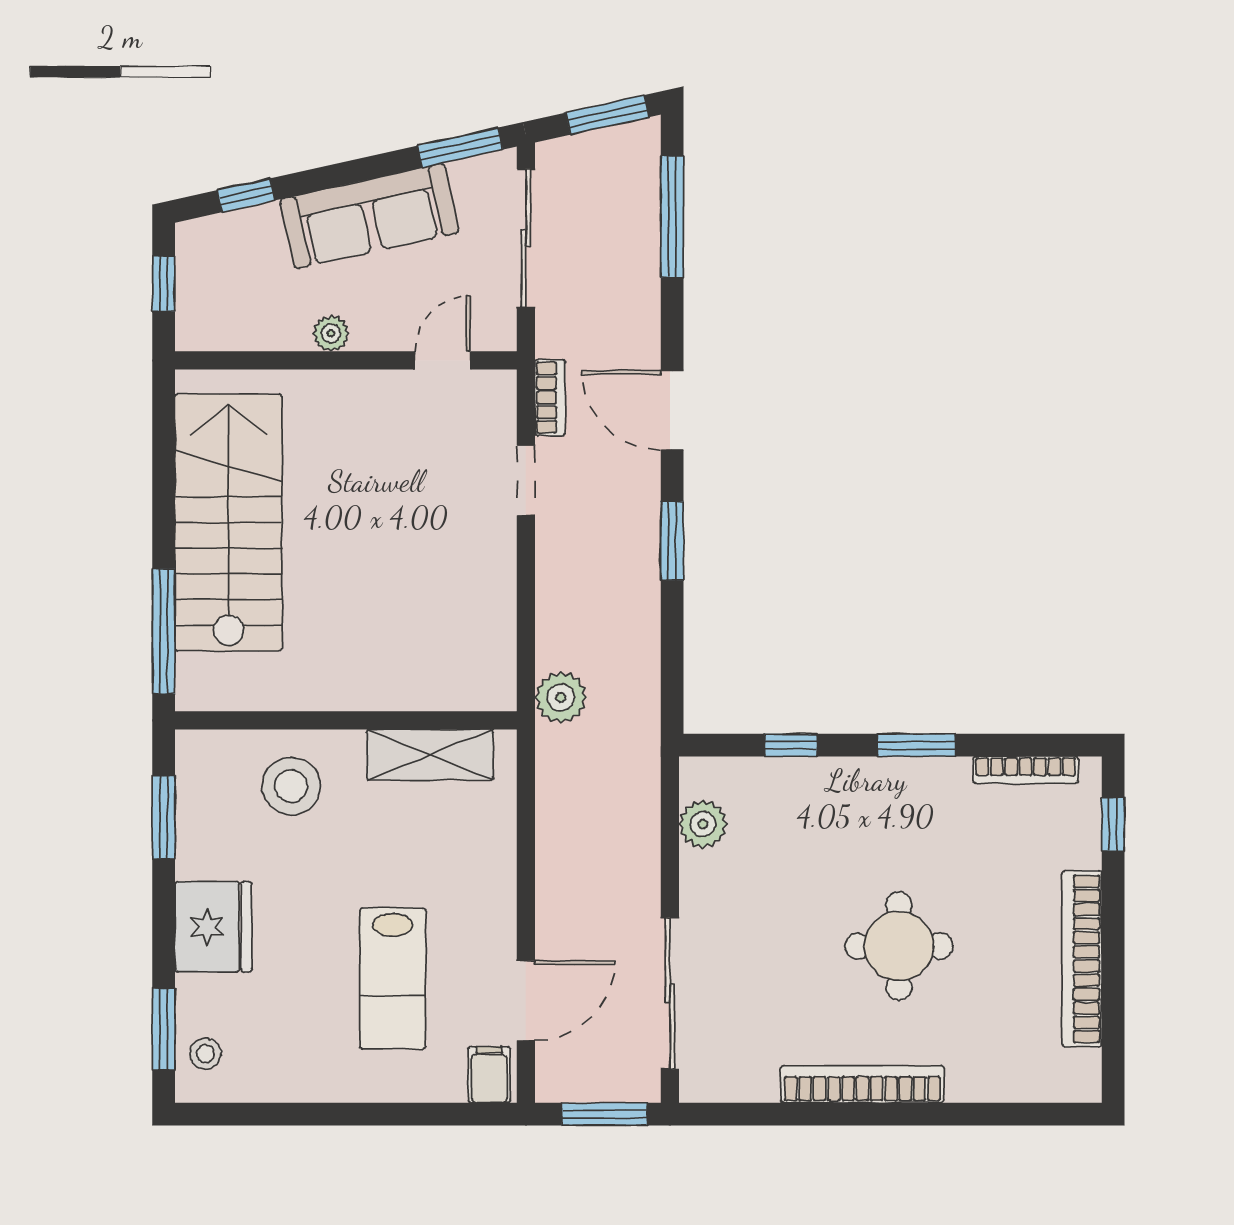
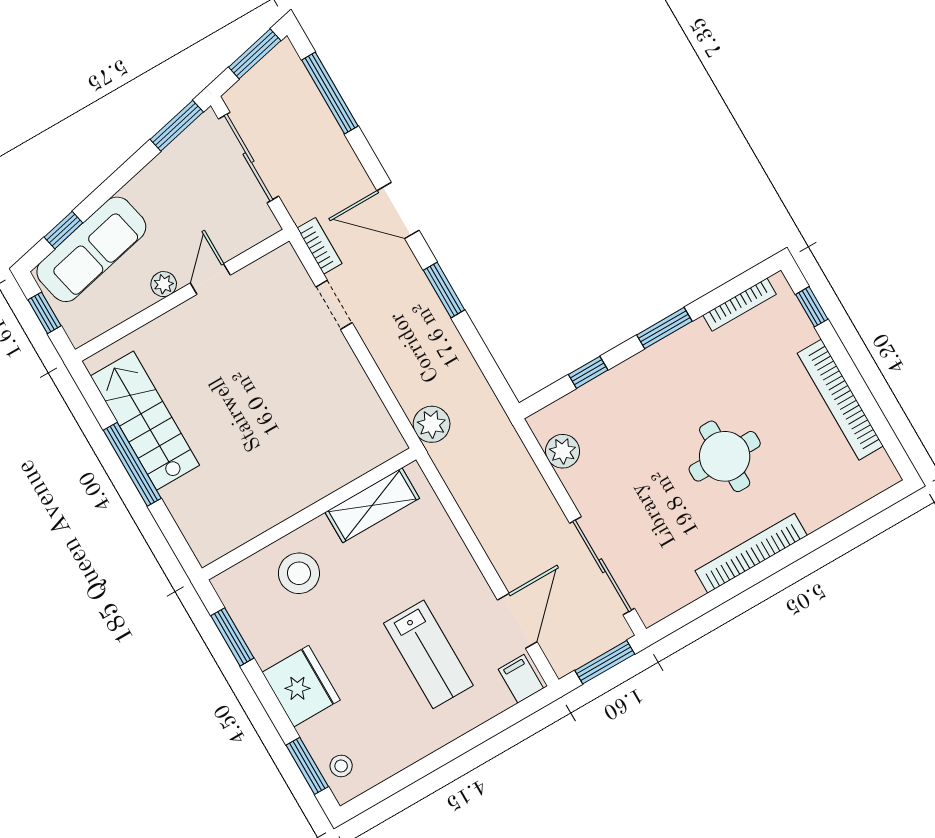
sofa: (369, 216) -> (91, 249), moved
door: (443, 360) -> (210, 279), moved
stairs: (228, 522) -> (145, 421), width x0.73, depth x0.66
window: (164, 631) -> (132, 464), moved

